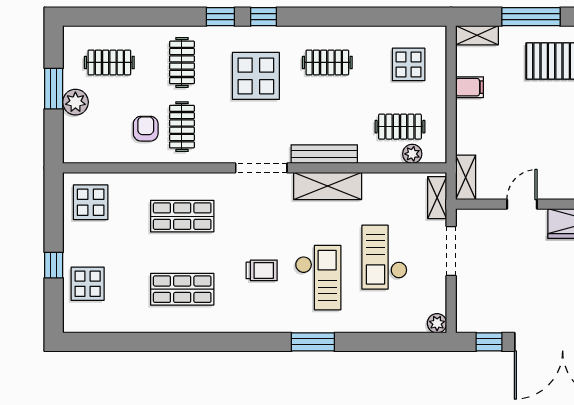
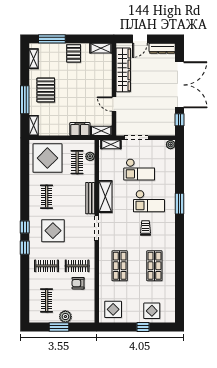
display table: (409, 64) -> (47, 158), width x1.86, depth x1.86
filing cabinet: (470, 87) -> (80, 129), moved, width x2.00
checkout: (318, 278) -> (149, 201), turned 180

